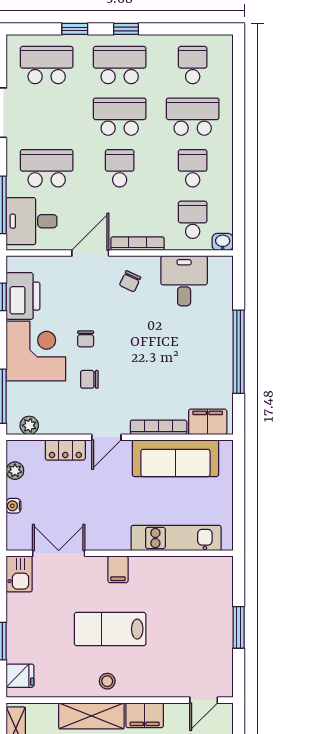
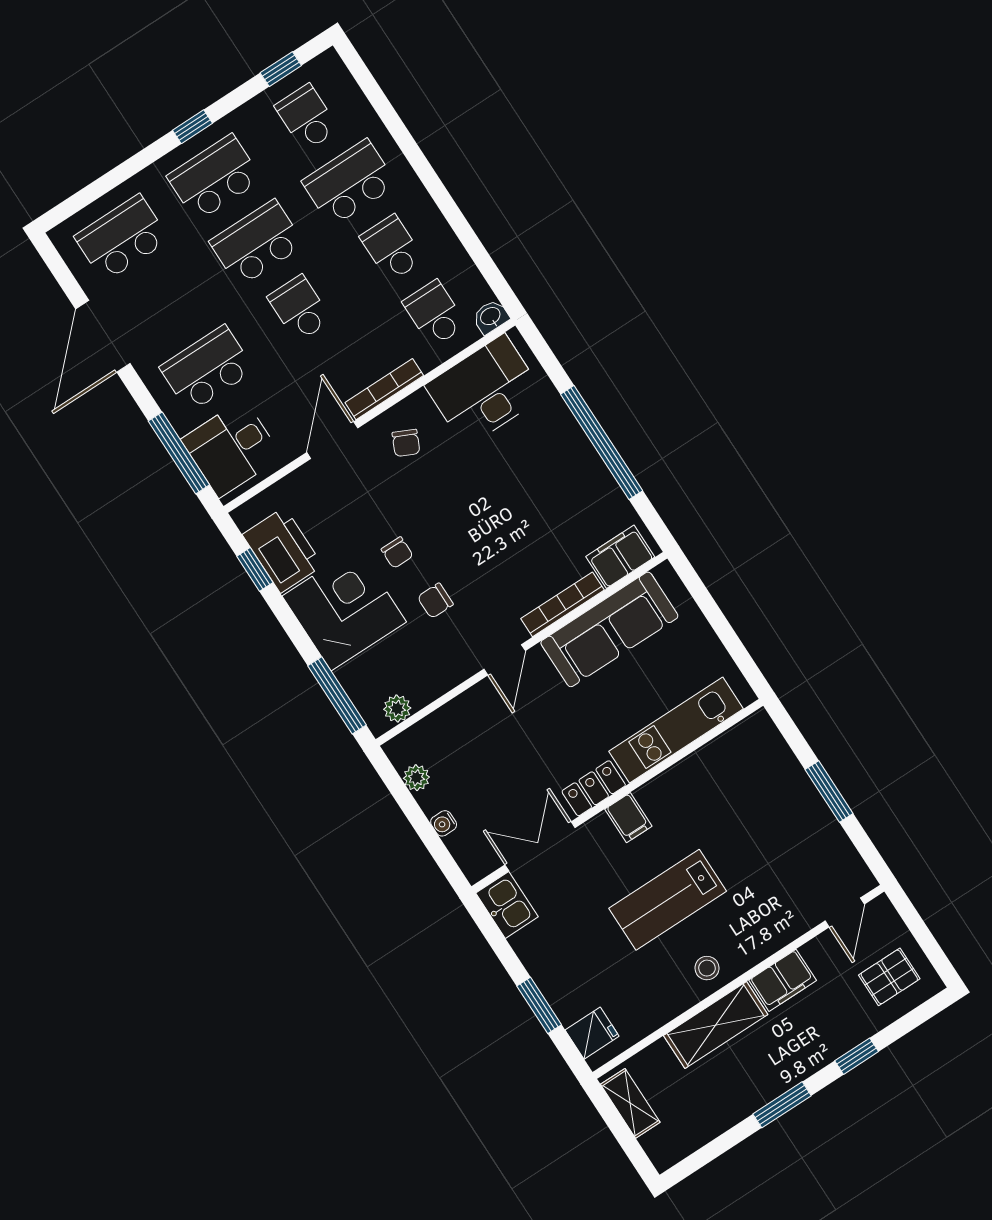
window: (75, 29) -> (281, 69), moved
desk: (184, 281) -> (485, 391), width x1.37
locker: (65, 450) -> (594, 788), moved, turned 180

